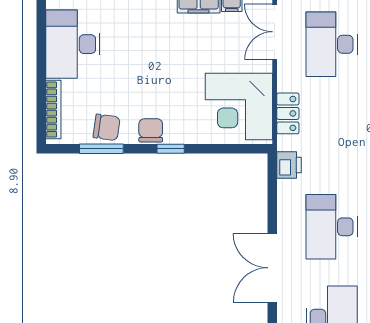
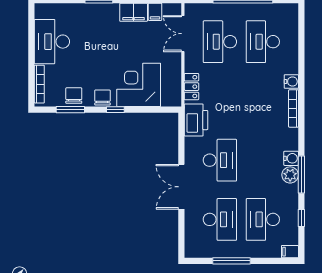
corner desk: (239, 107) -> (139, 85), moved, turned 90
chair: (107, 127) -> (74, 96), turned -98
printer: (289, 165) -> (196, 120), width x1.87, depth x1.48
desk: (332, 227) -> (220, 160), turned 180

